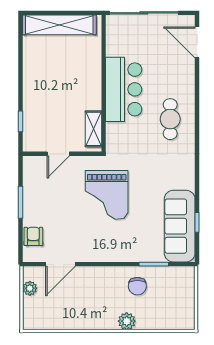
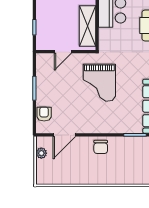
shelving: (94, 129) -> (87, 26), width x1.50, depth x1.33
chair: (137, 286) -> (101, 147), moved
plant: (127, 321) -> (114, 178), removed

